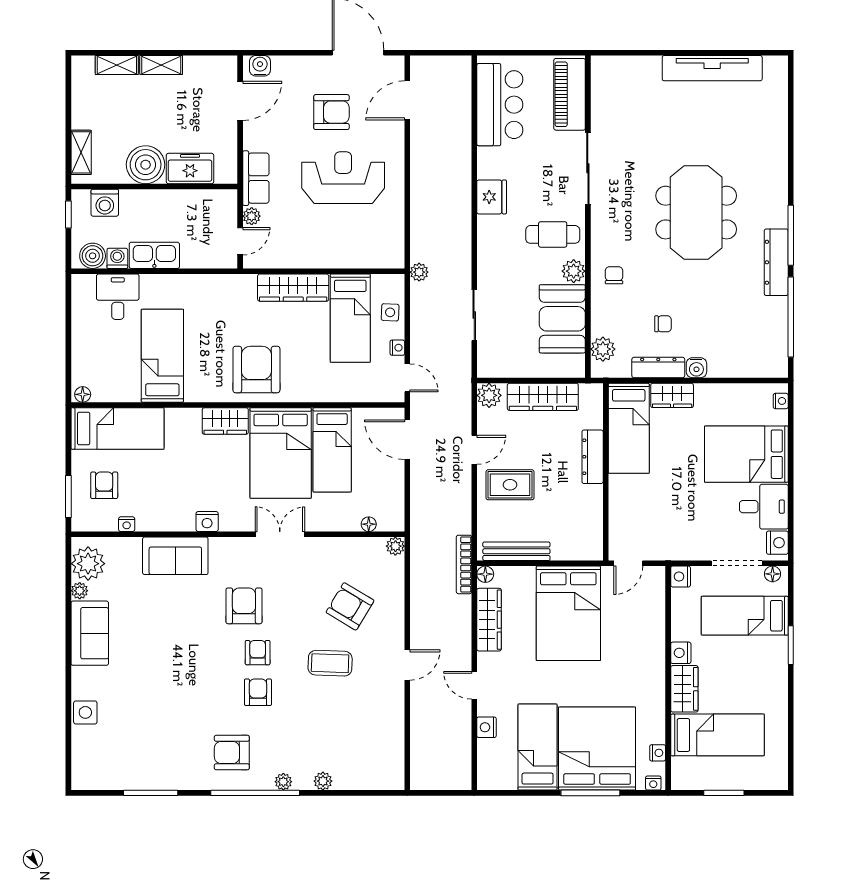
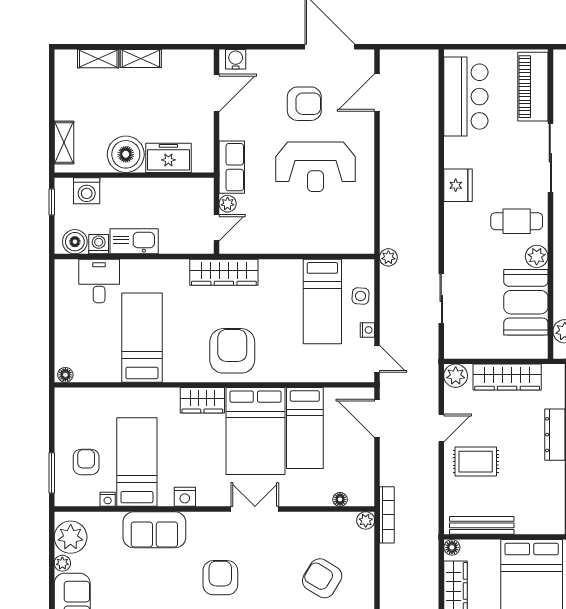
reception desk: (343, 178) -> (316, 167), turned 180
wardrobe: (293, 288) -> (224, 272), moved
bed: (117, 429) -> (137, 462), moved, turned -90
bookcase: (464, 564) -> (387, 515), moved, turned 180

